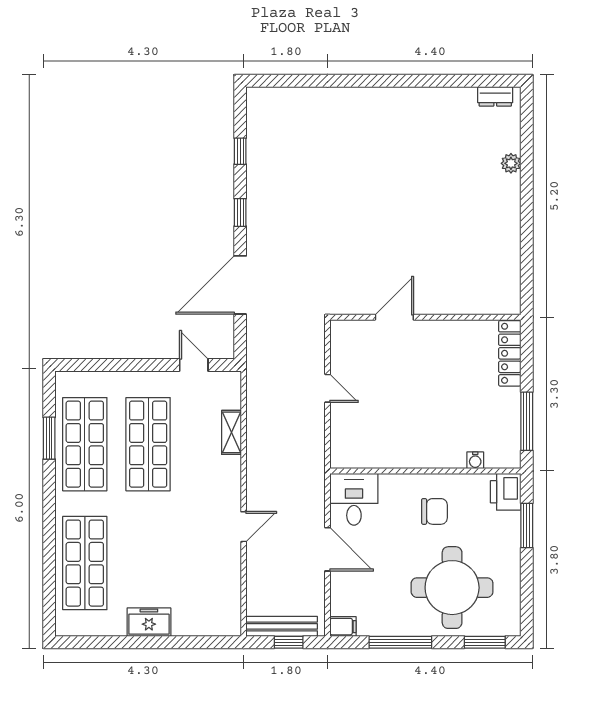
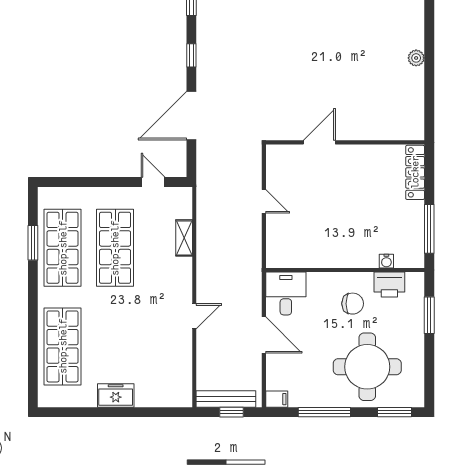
plant: (511, 163) -> (416, 58), moved
printer: (506, 492) -> (389, 285), moved, turned -90

